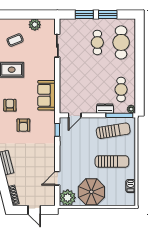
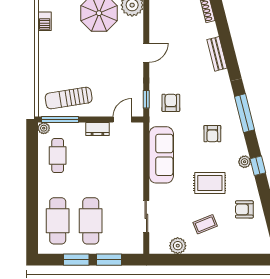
cafe table: (97, 42) -> (91, 221), width x1.37, depth x1.35
sofa: (47, 95) -> (161, 155), width x1.36
dresser: (105, 109) -> (97, 129), moved
armchair: (23, 125) -> (171, 103), moved
sun lounger: (112, 161) -> (70, 55), removed
door: (57, 178) -> (146, 53), moved

